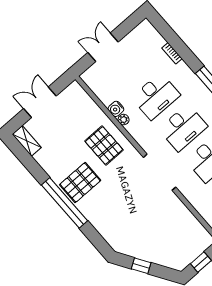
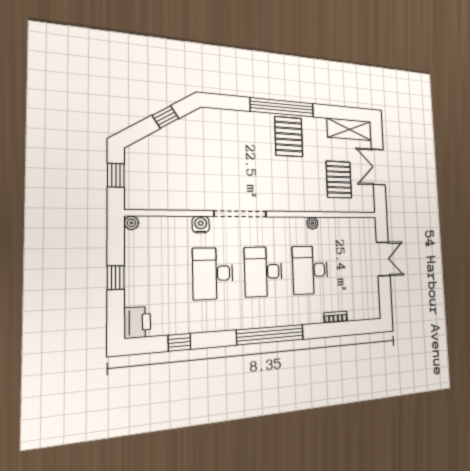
double door: (40, 102) -> (378, 167), swing flipped
water cooler: (116, 109) -> (201, 225), moved
shelving: (27, 141) -> (350, 129), width x1.50, depth x1.33
pallet: (104, 146) -> (339, 180), moved, turned 90

